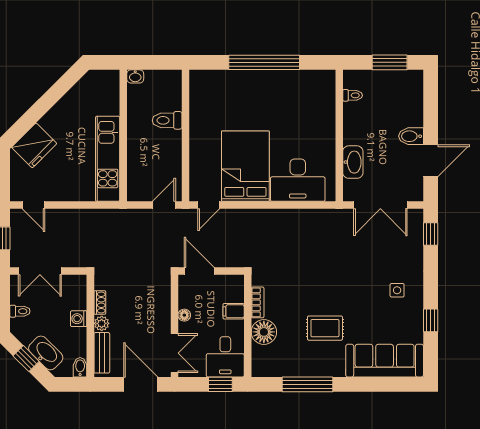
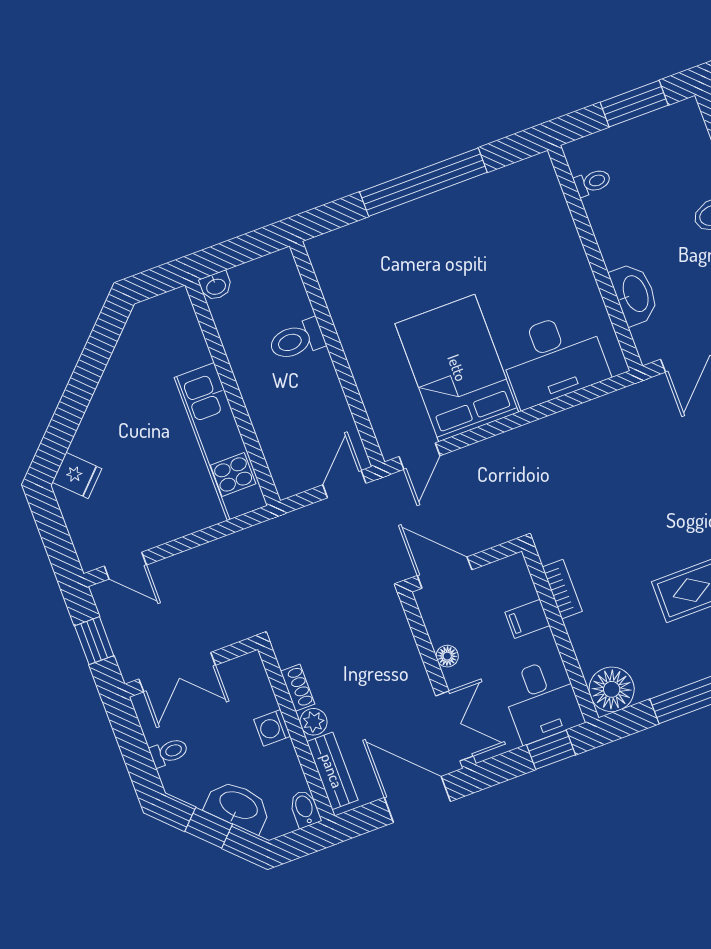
fridge: (34, 145) -> (77, 475), width x0.53, depth x0.75
floor lamp: (264, 332) -> (612, 689), moved

